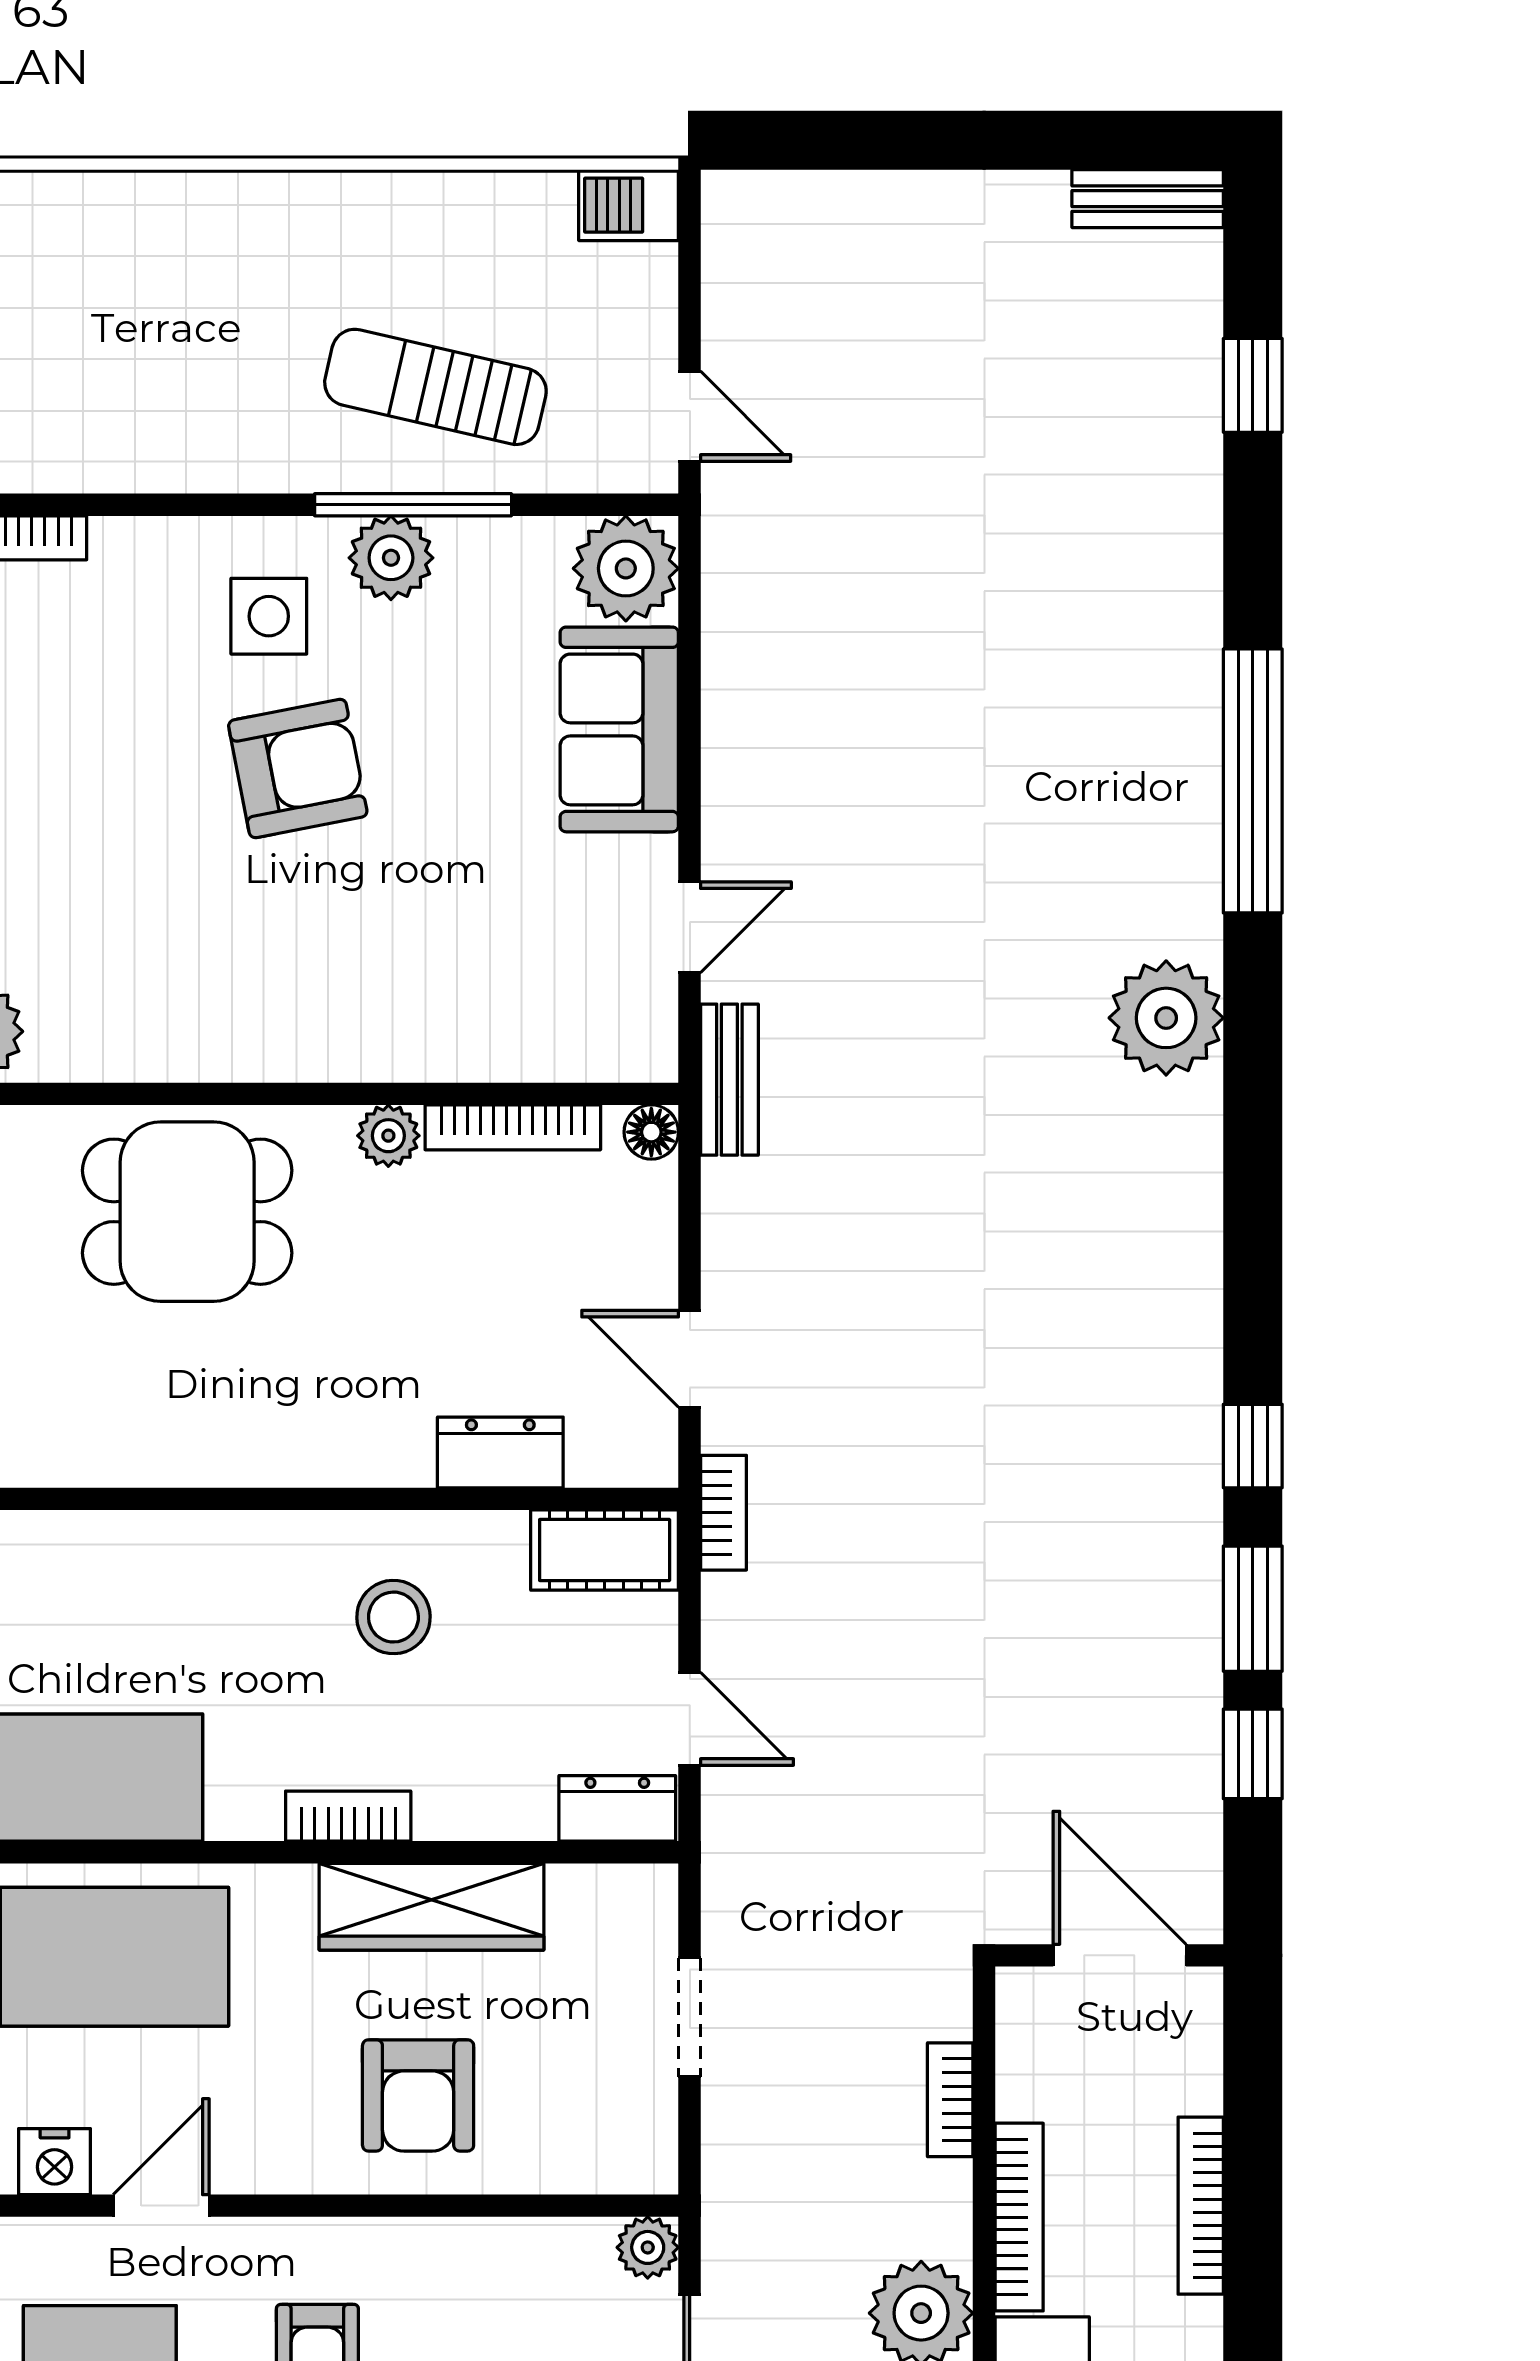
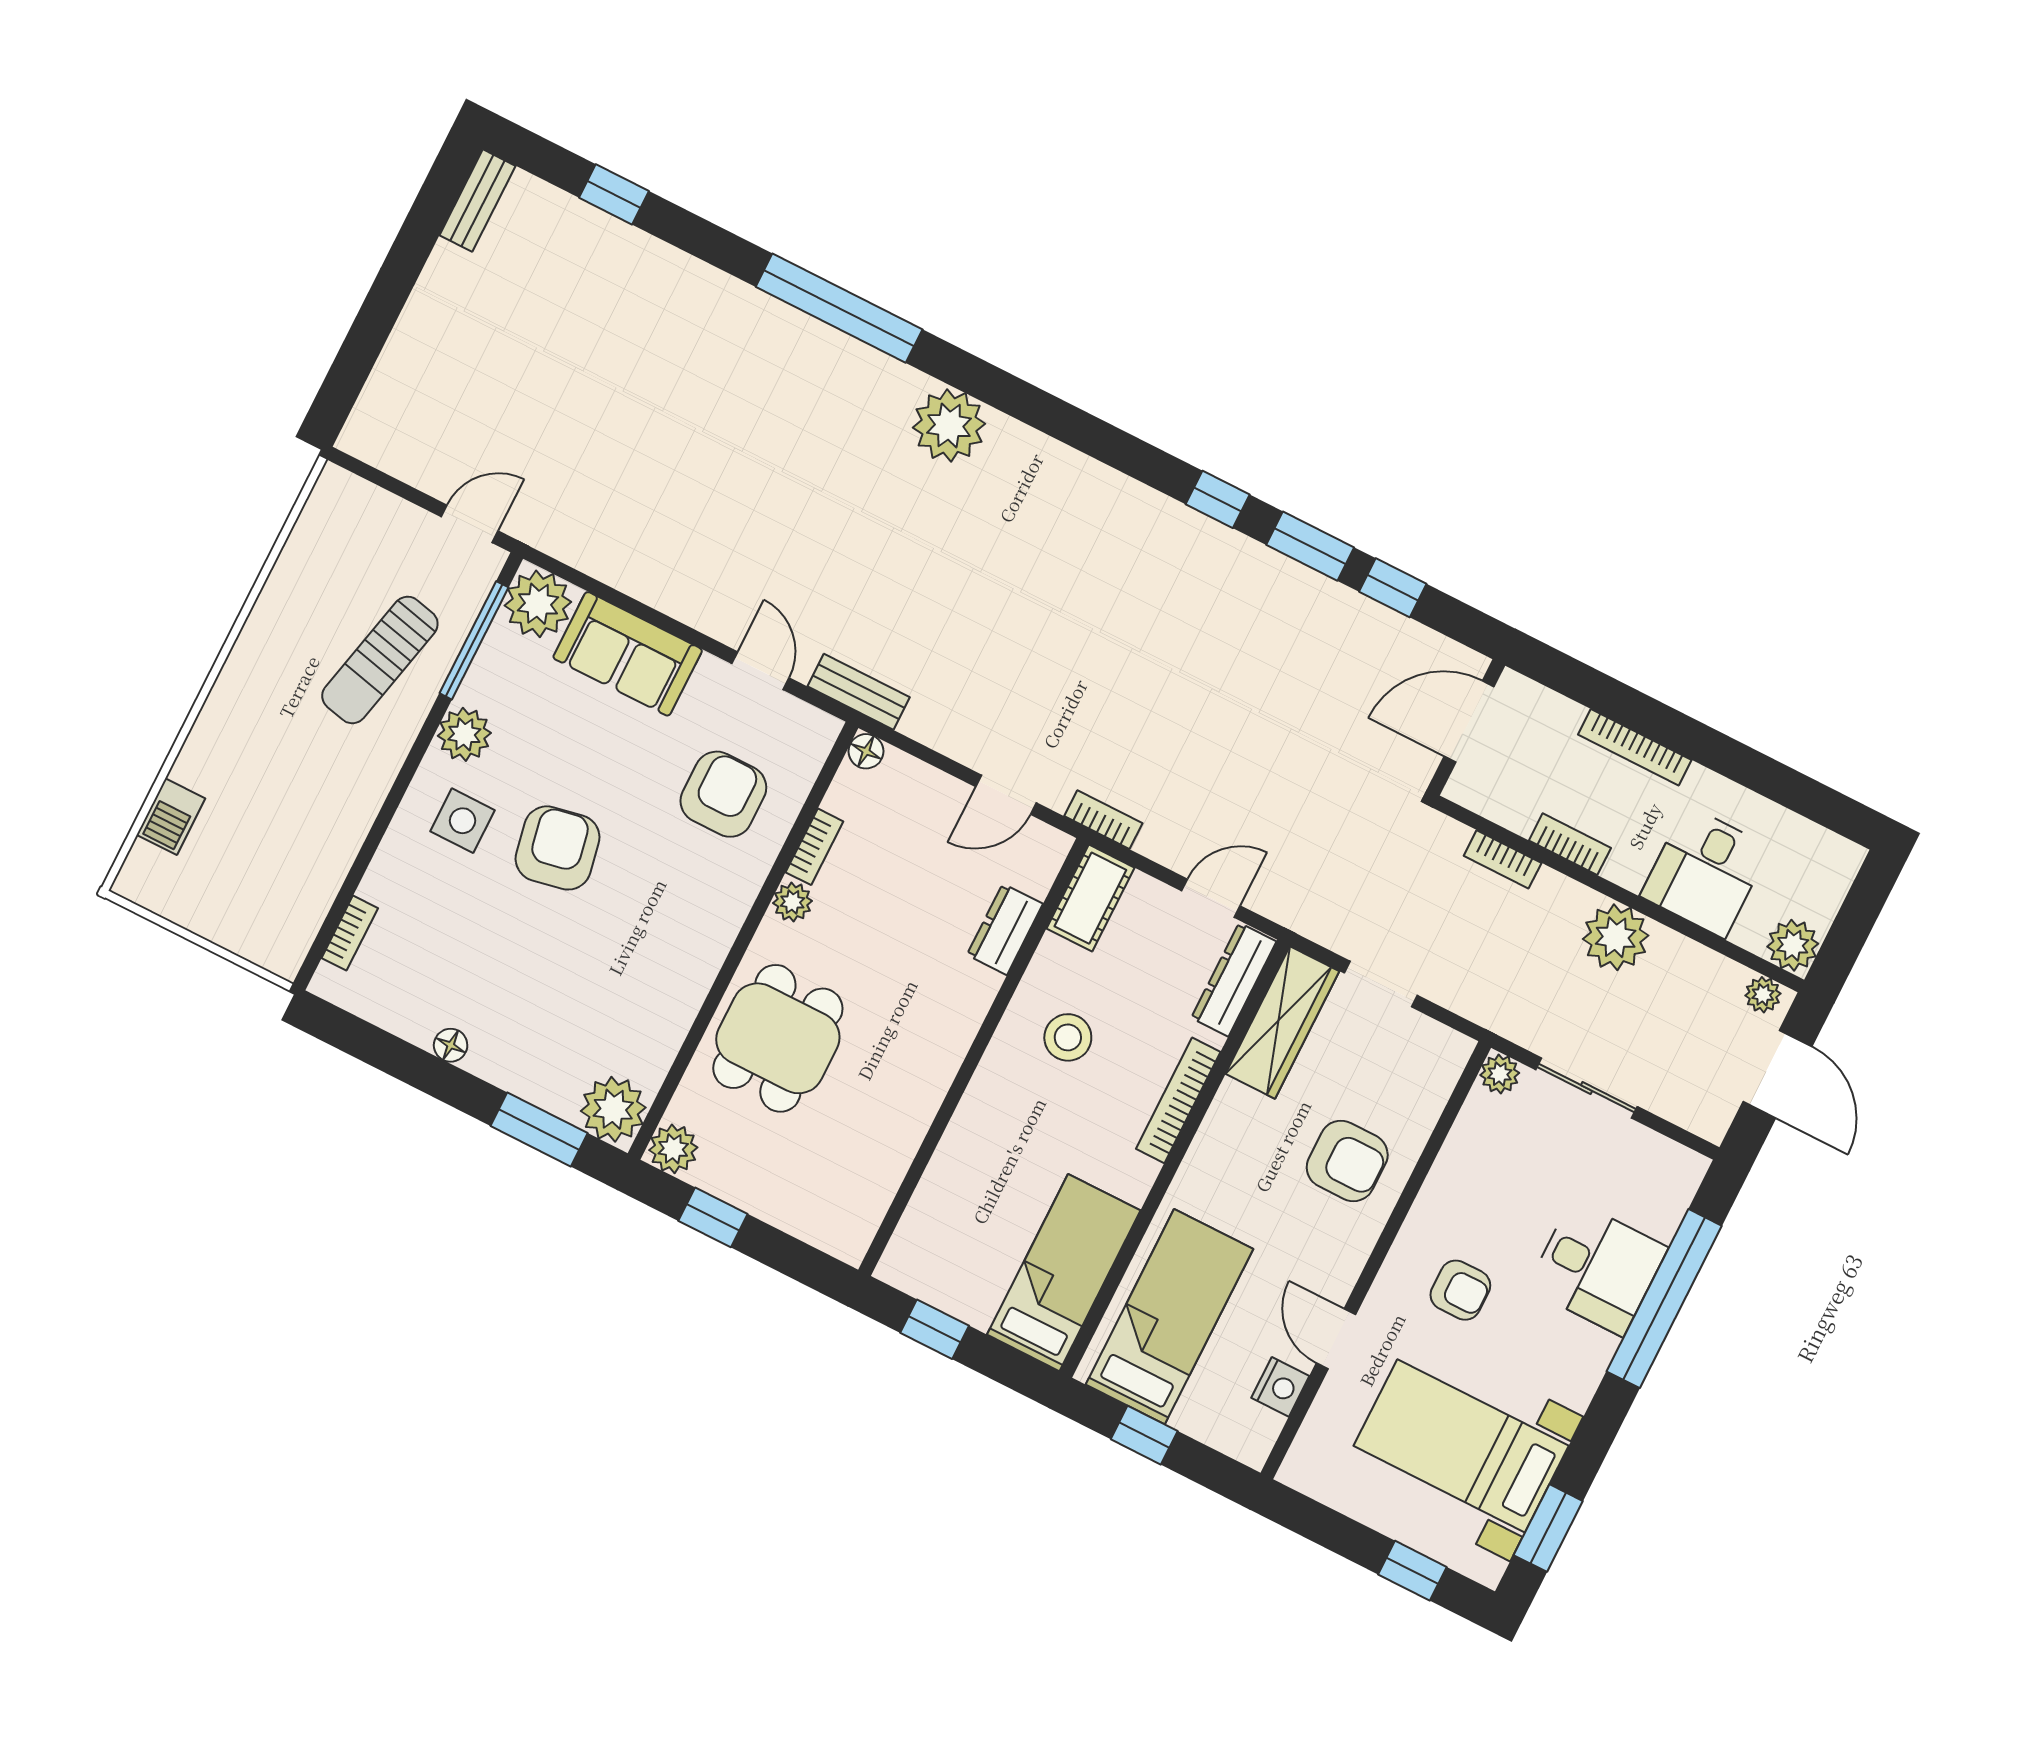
barbecue: (629, 205) -> (171, 817), moved
window: (413, 505) -> (474, 640), moved
armchair: (490, 963) -> (723, 794), added
bookcase: (513, 1127) -> (814, 847), width x0.64
dresser: (617, 1808) -> (1234, 980), width x1.44
bookcase: (348, 1816) -> (1178, 1100), width x1.56
wardrobe: (432, 1907) -> (1282, 1022), moved
bookcase: (1019, 2217) -> (1570, 844), width x0.64

